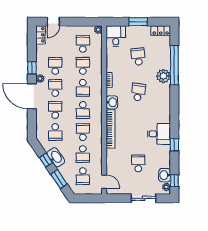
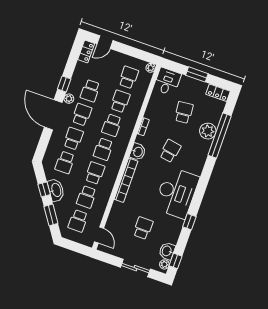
school desk: (55, 66) -> (90, 91), turned 180
plant: (163, 76) -> (208, 131), moved
desk: (159, 134) -> (177, 193), width x1.87, depth x1.30

